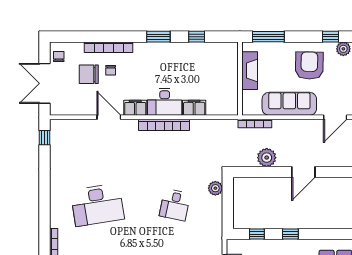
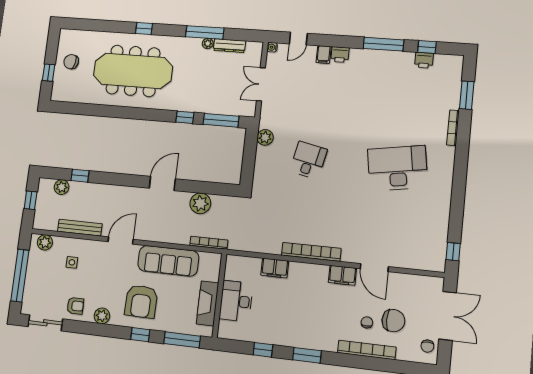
window: (330, 37) -> (140, 335), moved
desk: (165, 102) -> (236, 301), moved, turned -90
plant: (215, 188) -> (265, 137), moved
window: (257, 234) -> (221, 120), width x2.17

